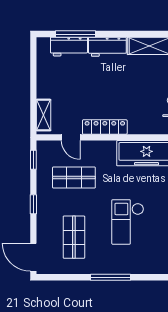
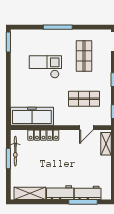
locker: (105, 127) -> (43, 135), moved
door: (71, 137) -> (86, 128), swing flipped
checkout: (128, 222) -> (45, 67), turned -90

